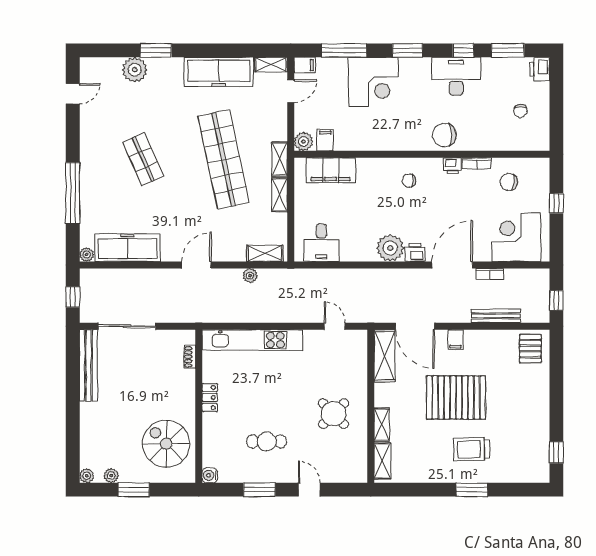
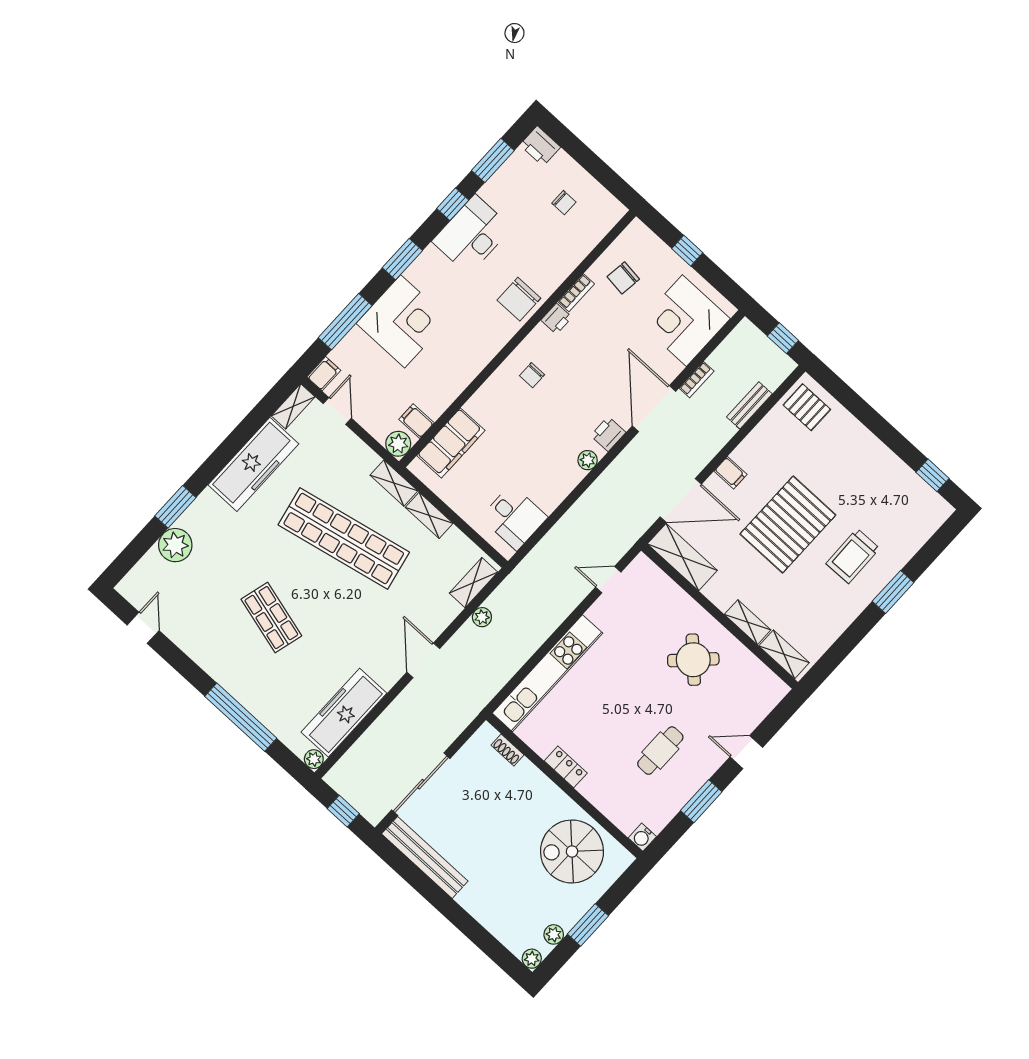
shop shelf: (143, 159) -> (271, 618), turned 39
plant: (390, 248) -> (588, 460), width x0.53, depth x0.53
bench: (496, 316) -> (749, 405), width x0.73

